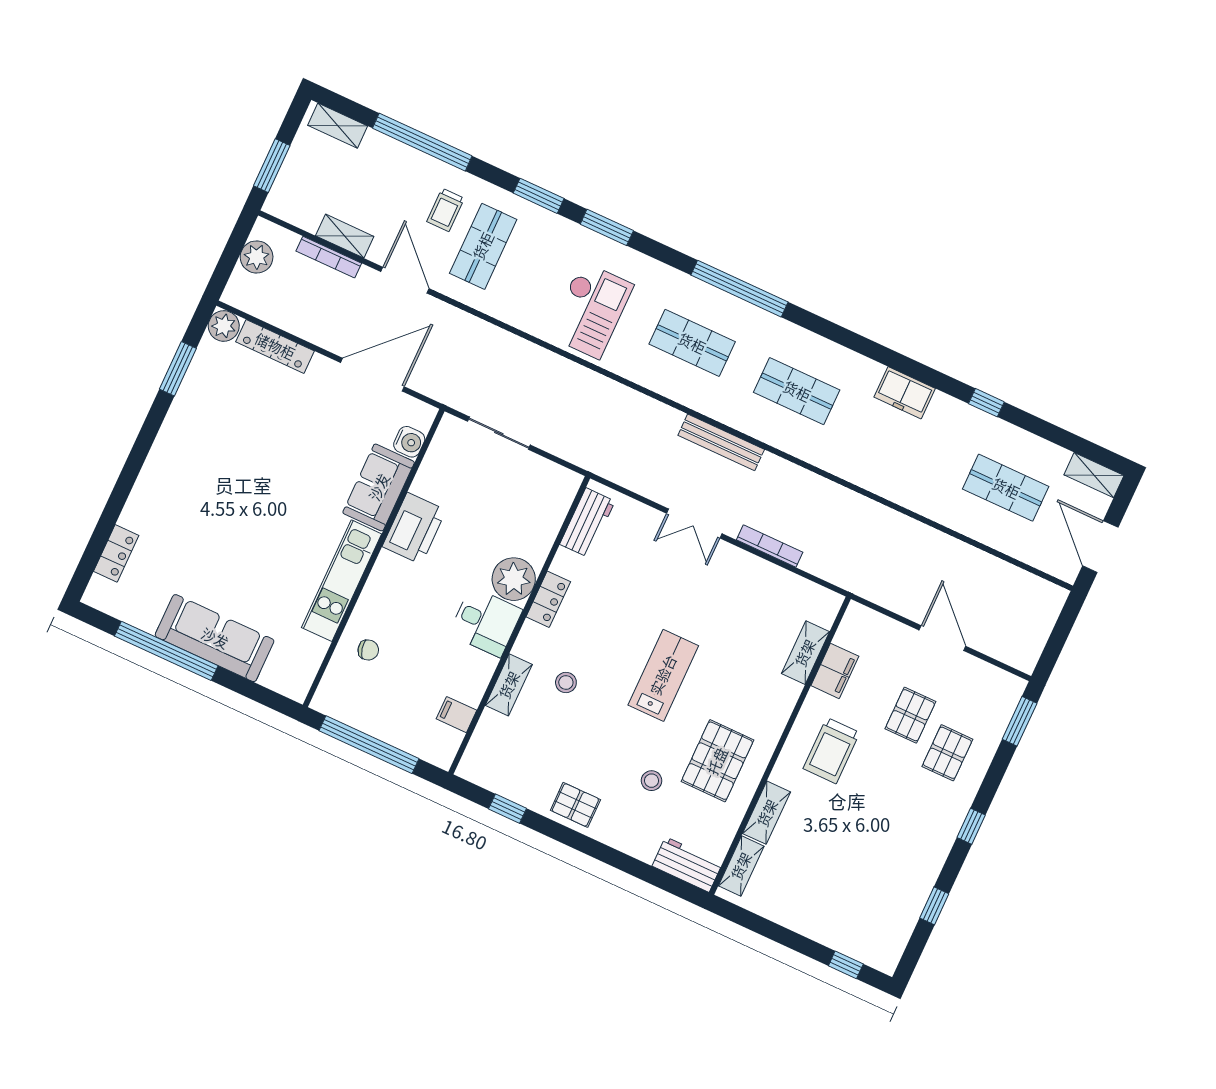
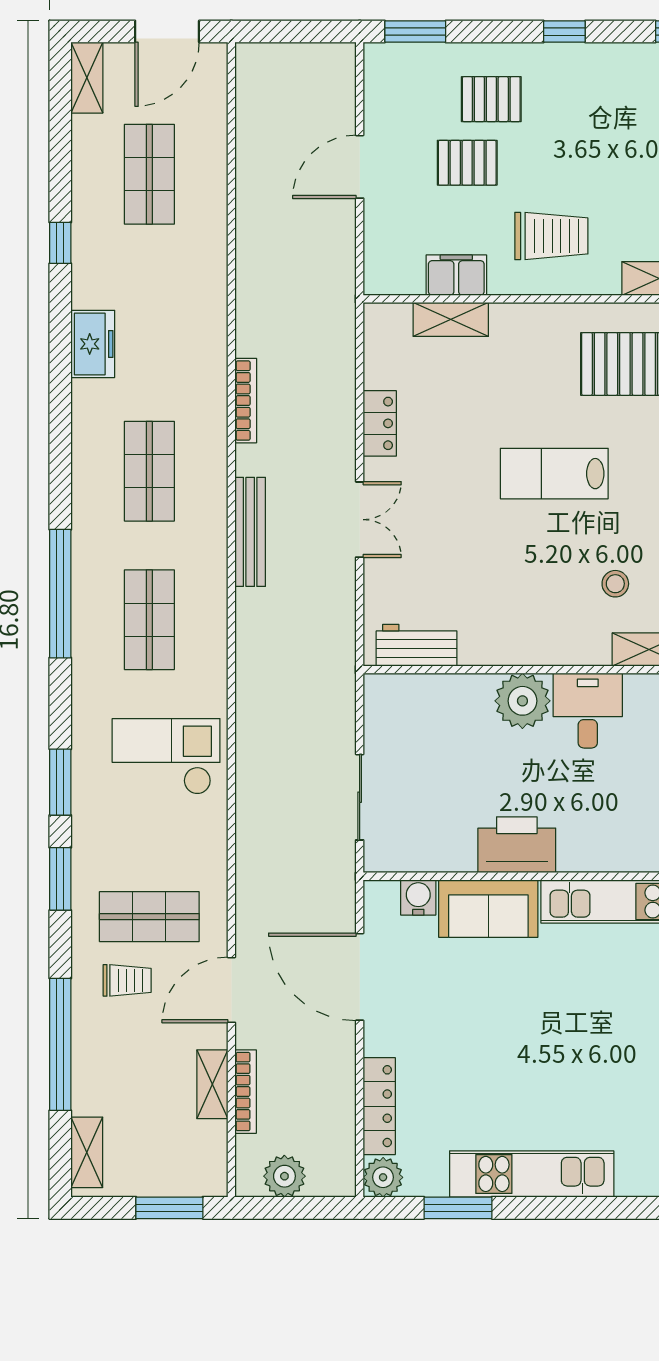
kitchen unit: (178, 432) -> (532, 1174), added
bookcase: (770, 546) -> (246, 401), moved, turned 180
locker: (548, 599) -> (380, 423), moved, turned 90

